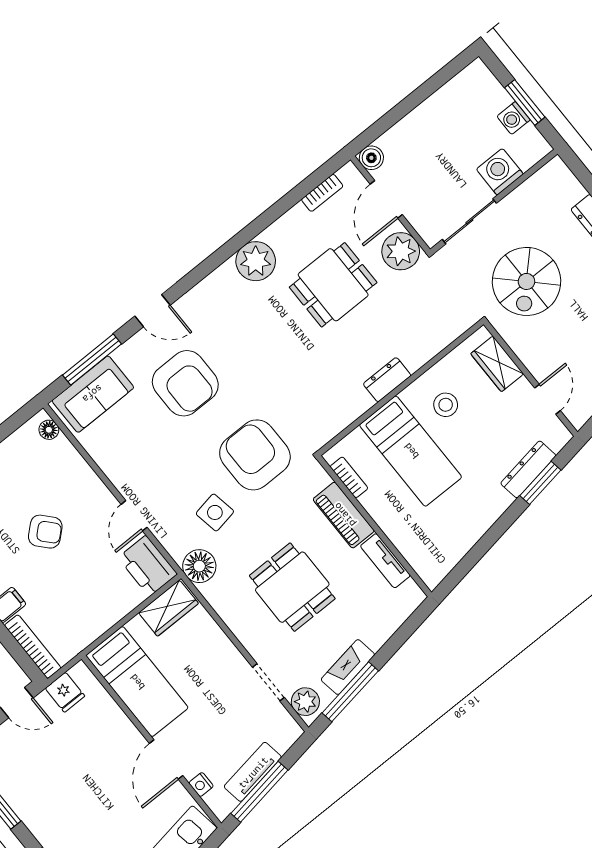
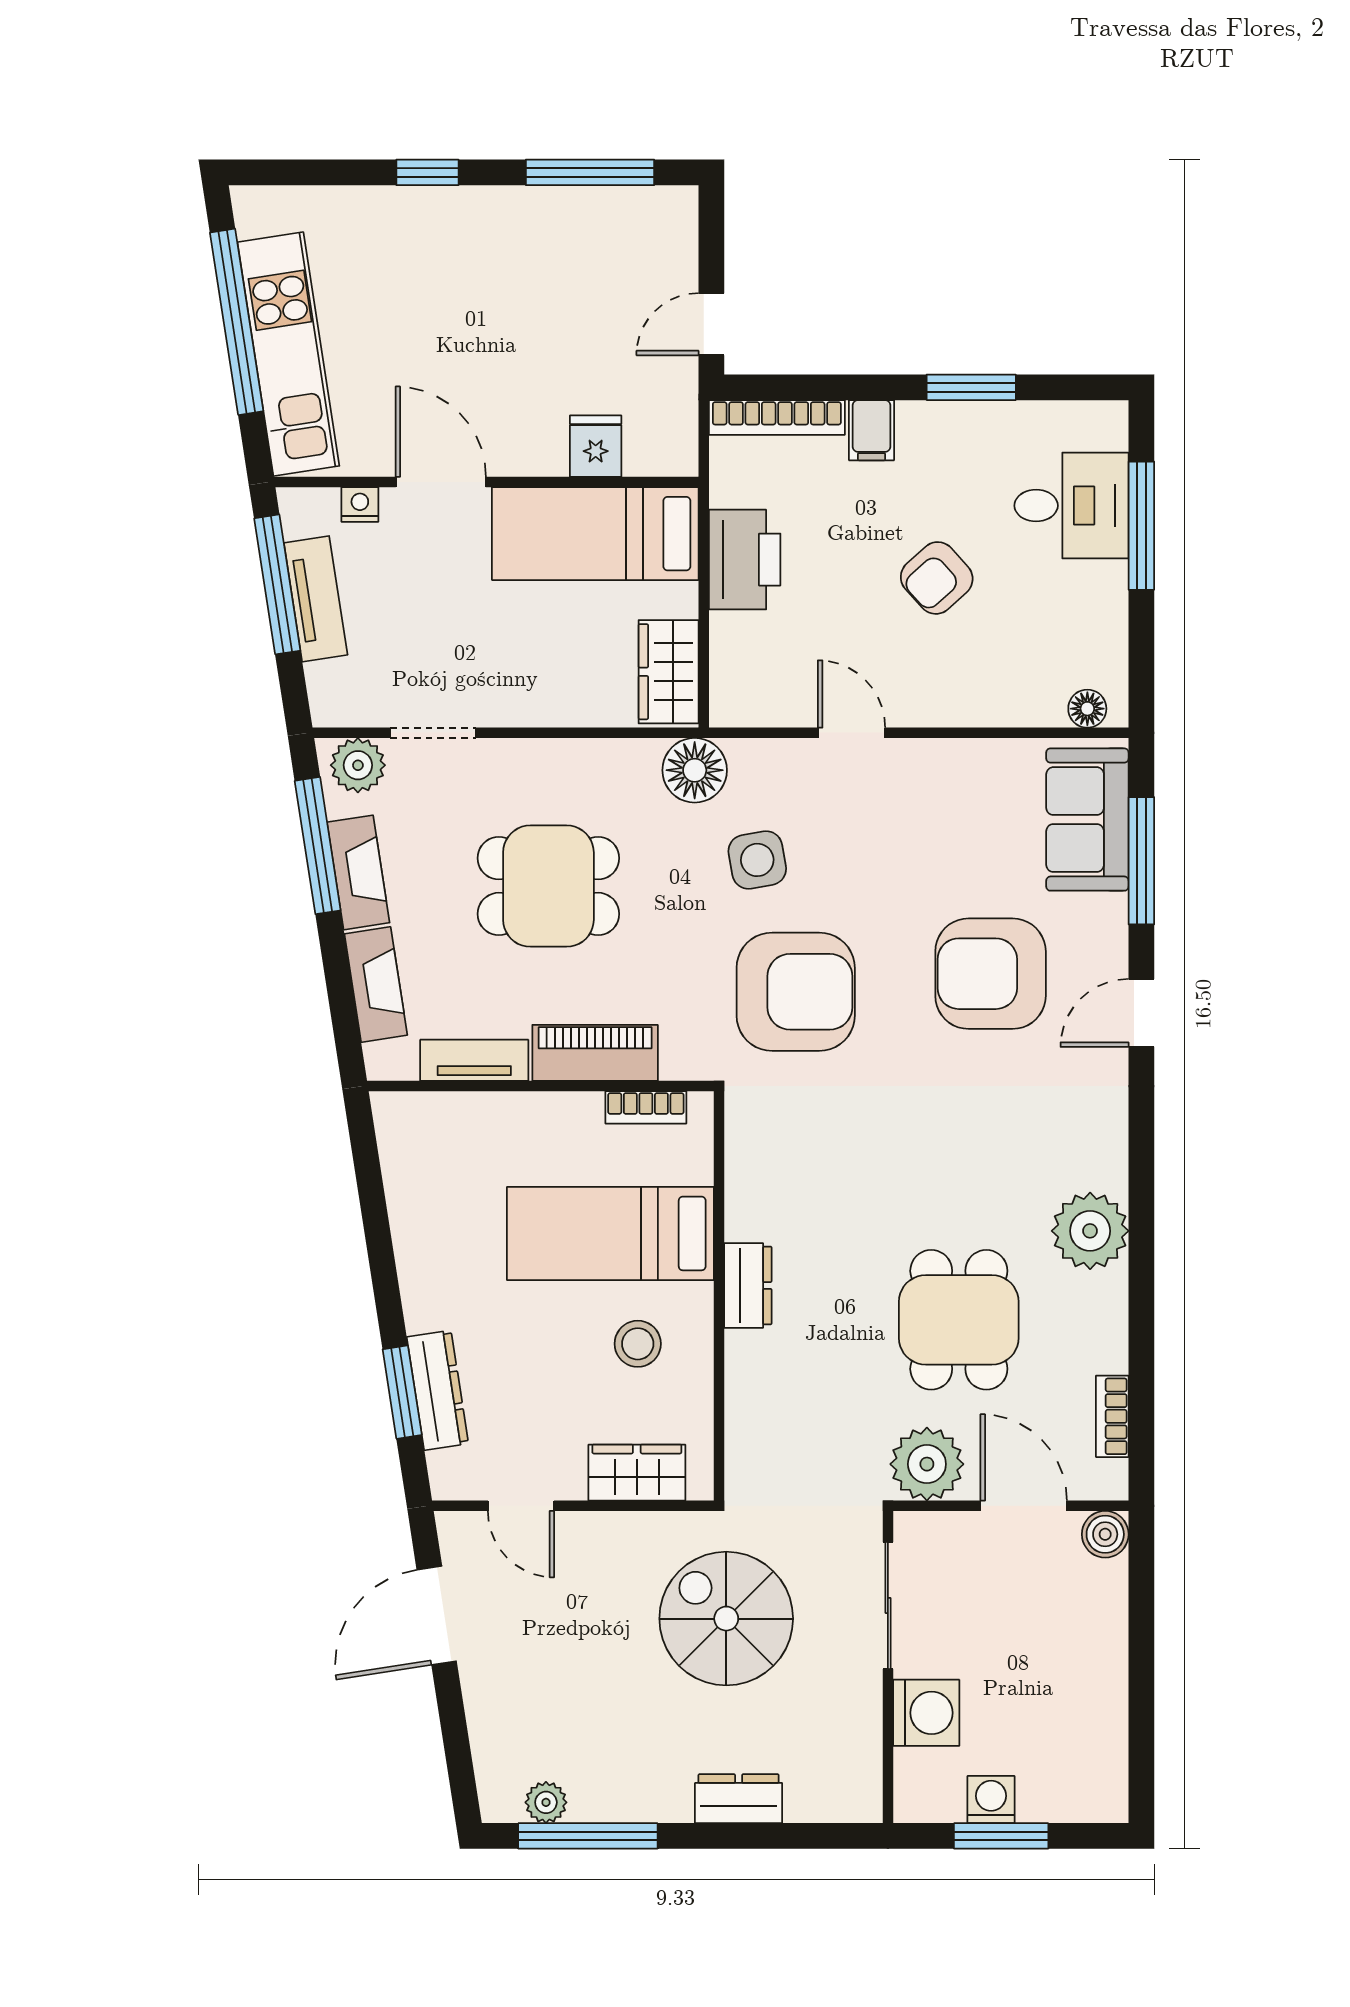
printer: (148, 566) -> (745, 560), moved, turned 90
fireplace: (387, 624) -> (376, 985), added
fridge: (65, 692) -> (596, 446), moved, turned 90

